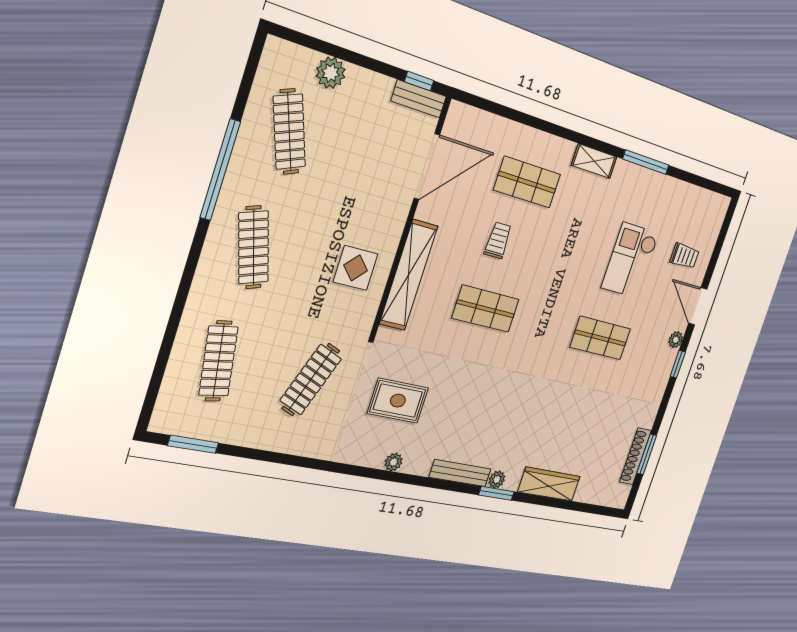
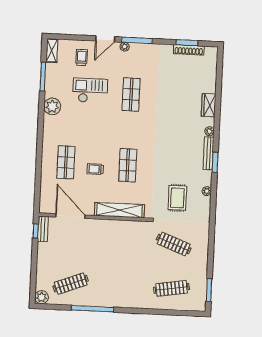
plant: (331, 73) -> (42, 297), moved
shelving: (594, 161) -> (52, 51), moved
window: (646, 162) -> (43, 77), moved
plant: (627, 179) -> (52, 106), added
clothes rail: (254, 247) -> (121, 286), removed
checkout: (630, 260) -> (90, 90), turned 180
display table: (356, 268) -> (121, 237), removed
window: (678, 364) -> (137, 40), width x2.17
wardrobe: (549, 484) -> (209, 105), width x0.67
window: (496, 493) -> (215, 162), moved

